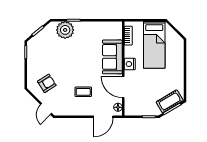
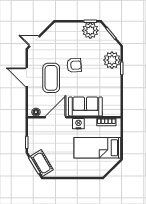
plant: (35, 52) -> (90, 30), added
armchair: (47, 83) -> (74, 65), moved, turned -62
coffee table: (83, 92) -> (51, 78), width x1.86, depth x1.72
door: (103, 117) -> (27, 77), moved

